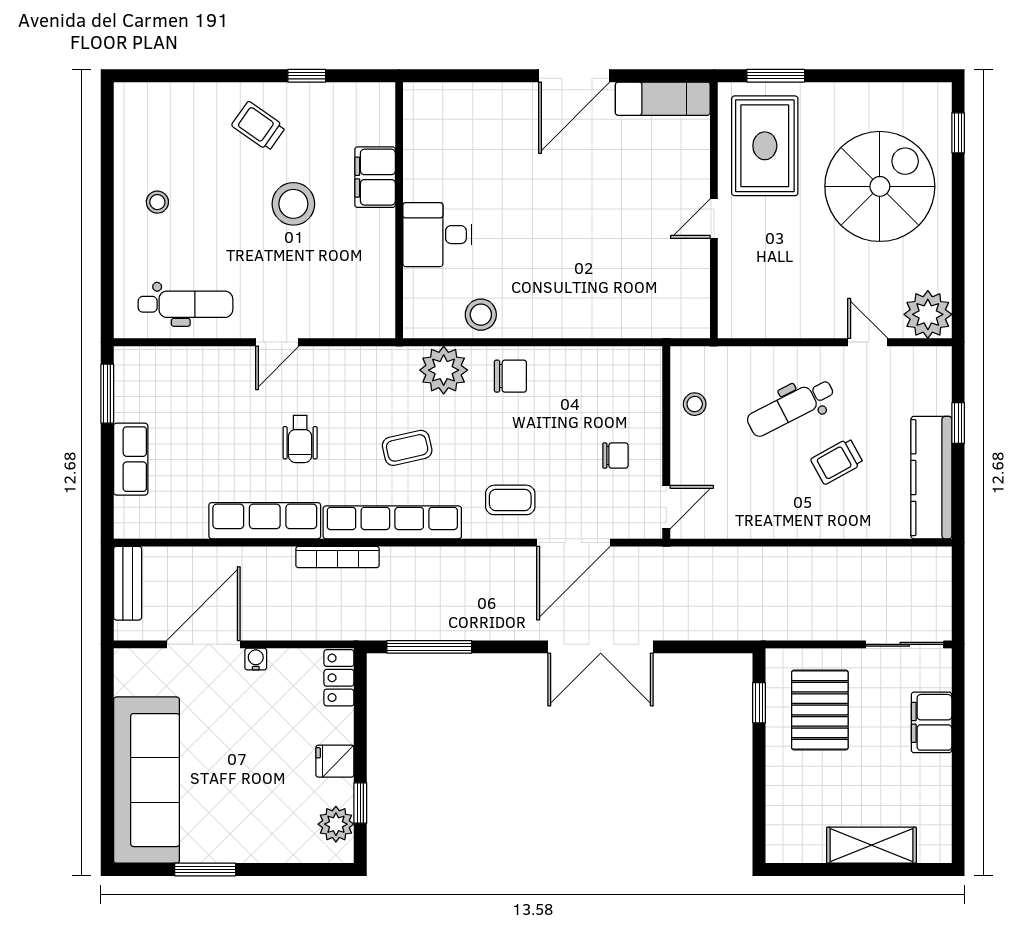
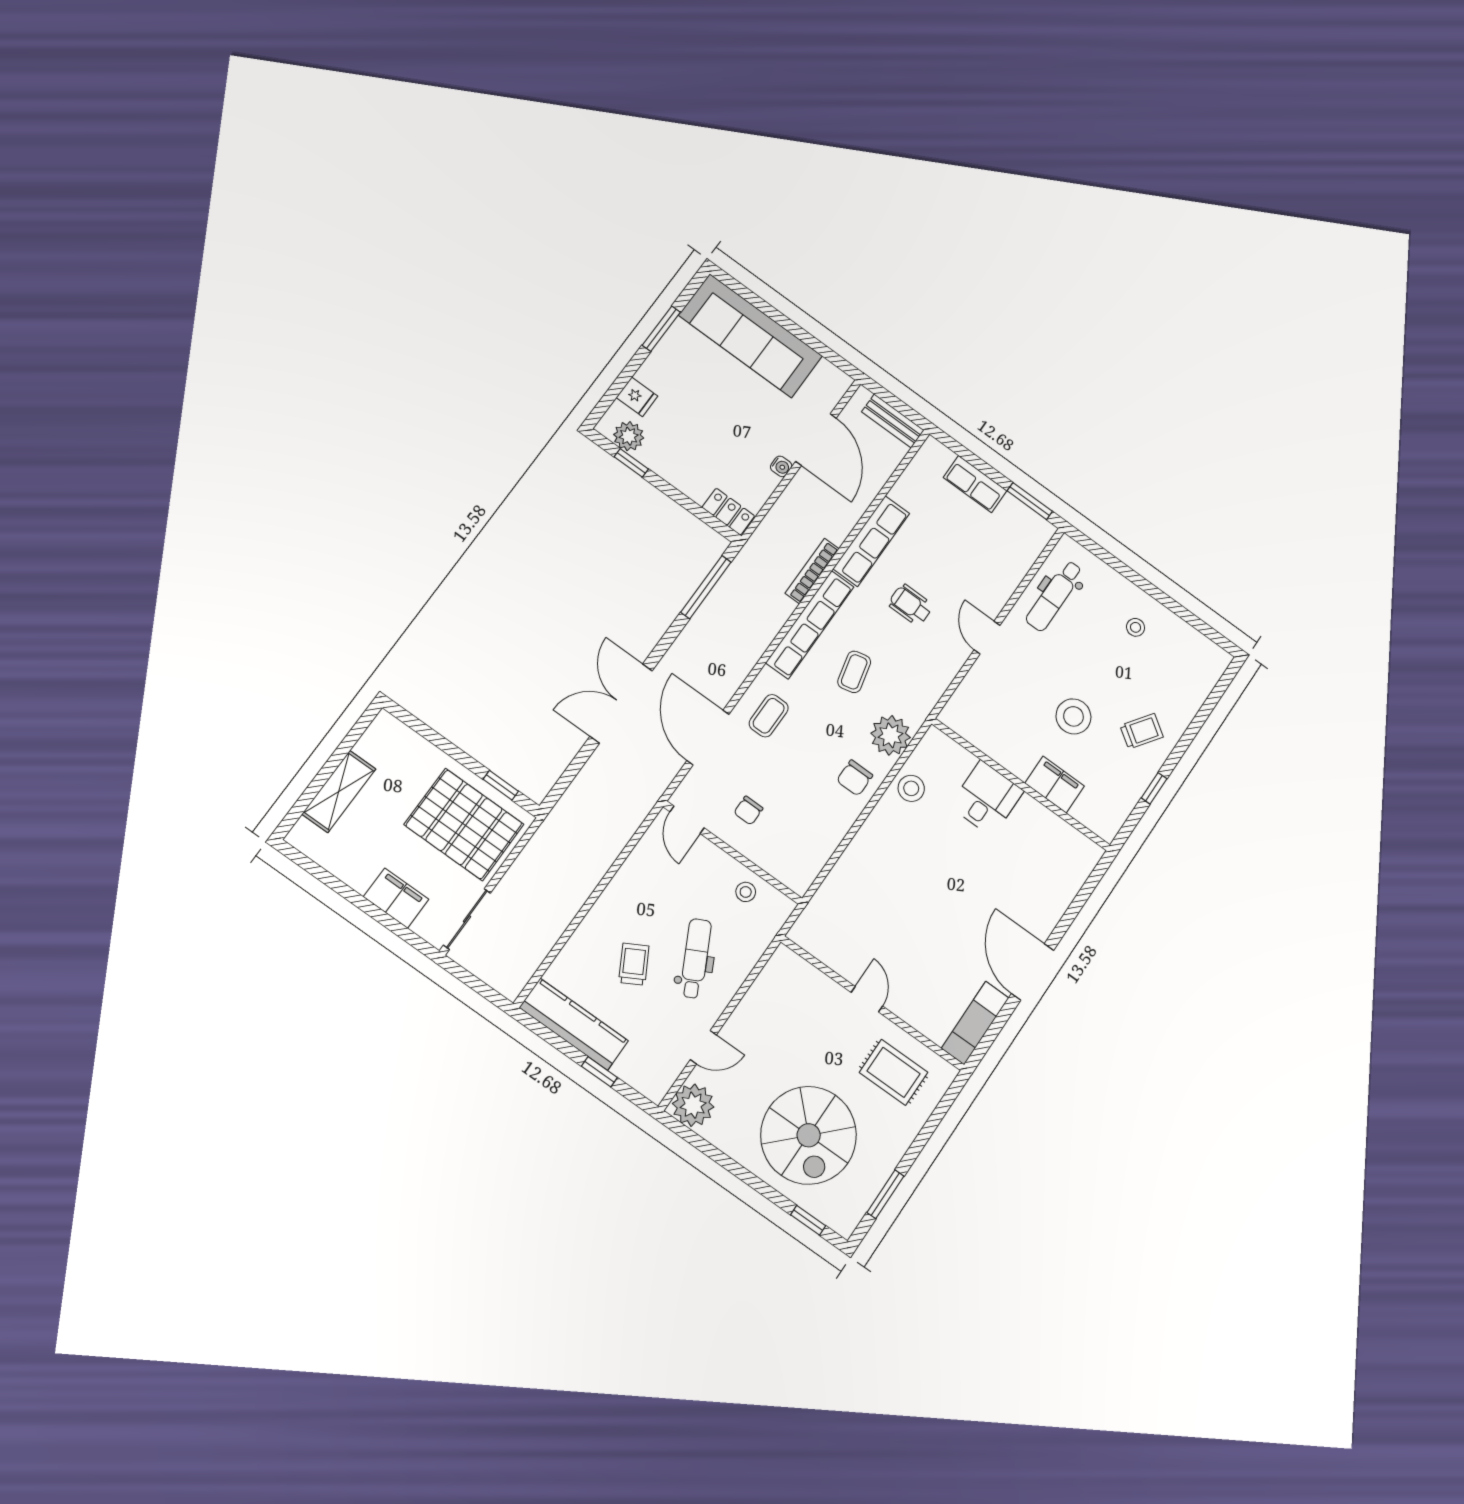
window: (776, 76) -> (885, 1194), moved
rug: (765, 146) -> (894, 1072), width x0.73, depth x0.70
pallet: (820, 710) -> (464, 824), width x1.37, depth x1.41
fridge: (335, 761) -> (637, 397), moved, turned 90

